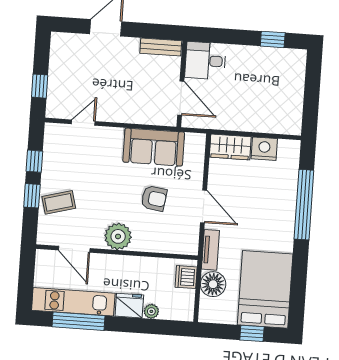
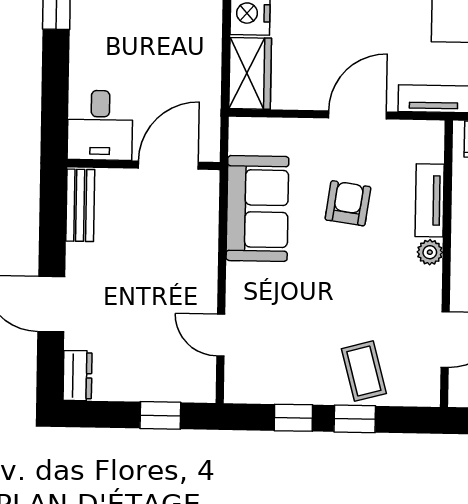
dresser: (65, 40) -> (78, 376), added
plant: (118, 236) -> (430, 252), width x0.53, depth x0.53
tv unit: (153, 245) -> (430, 200), added

